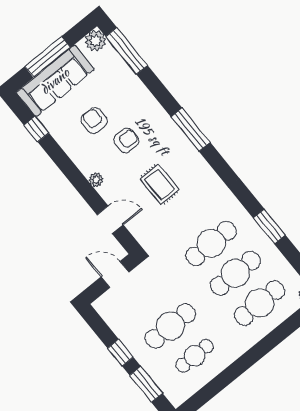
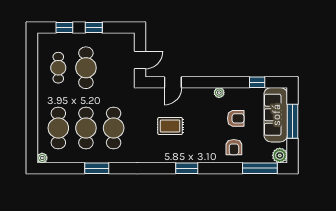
window: (190, 130) -> (187, 168), width x0.69
armchair: (126, 140) -> (234, 147), moved
plant: (96, 180) -> (219, 93), moved
window: (146, 384) -> (64, 27), width x0.67

